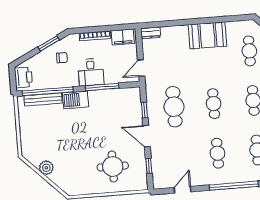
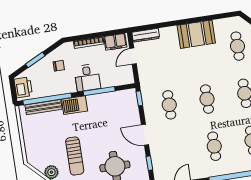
dresser: (151, 33) -> (146, 35), width x1.44
window: (49, 43) -> (35, 60), moved
door: (141, 68) -> (133, 56), moved
cafe table: (174, 107) -> (169, 105), width x0.73, depth x0.74
window: (144, 110) -> (139, 98), moved
sun lounger: (72, 153) -> (75, 156), added

